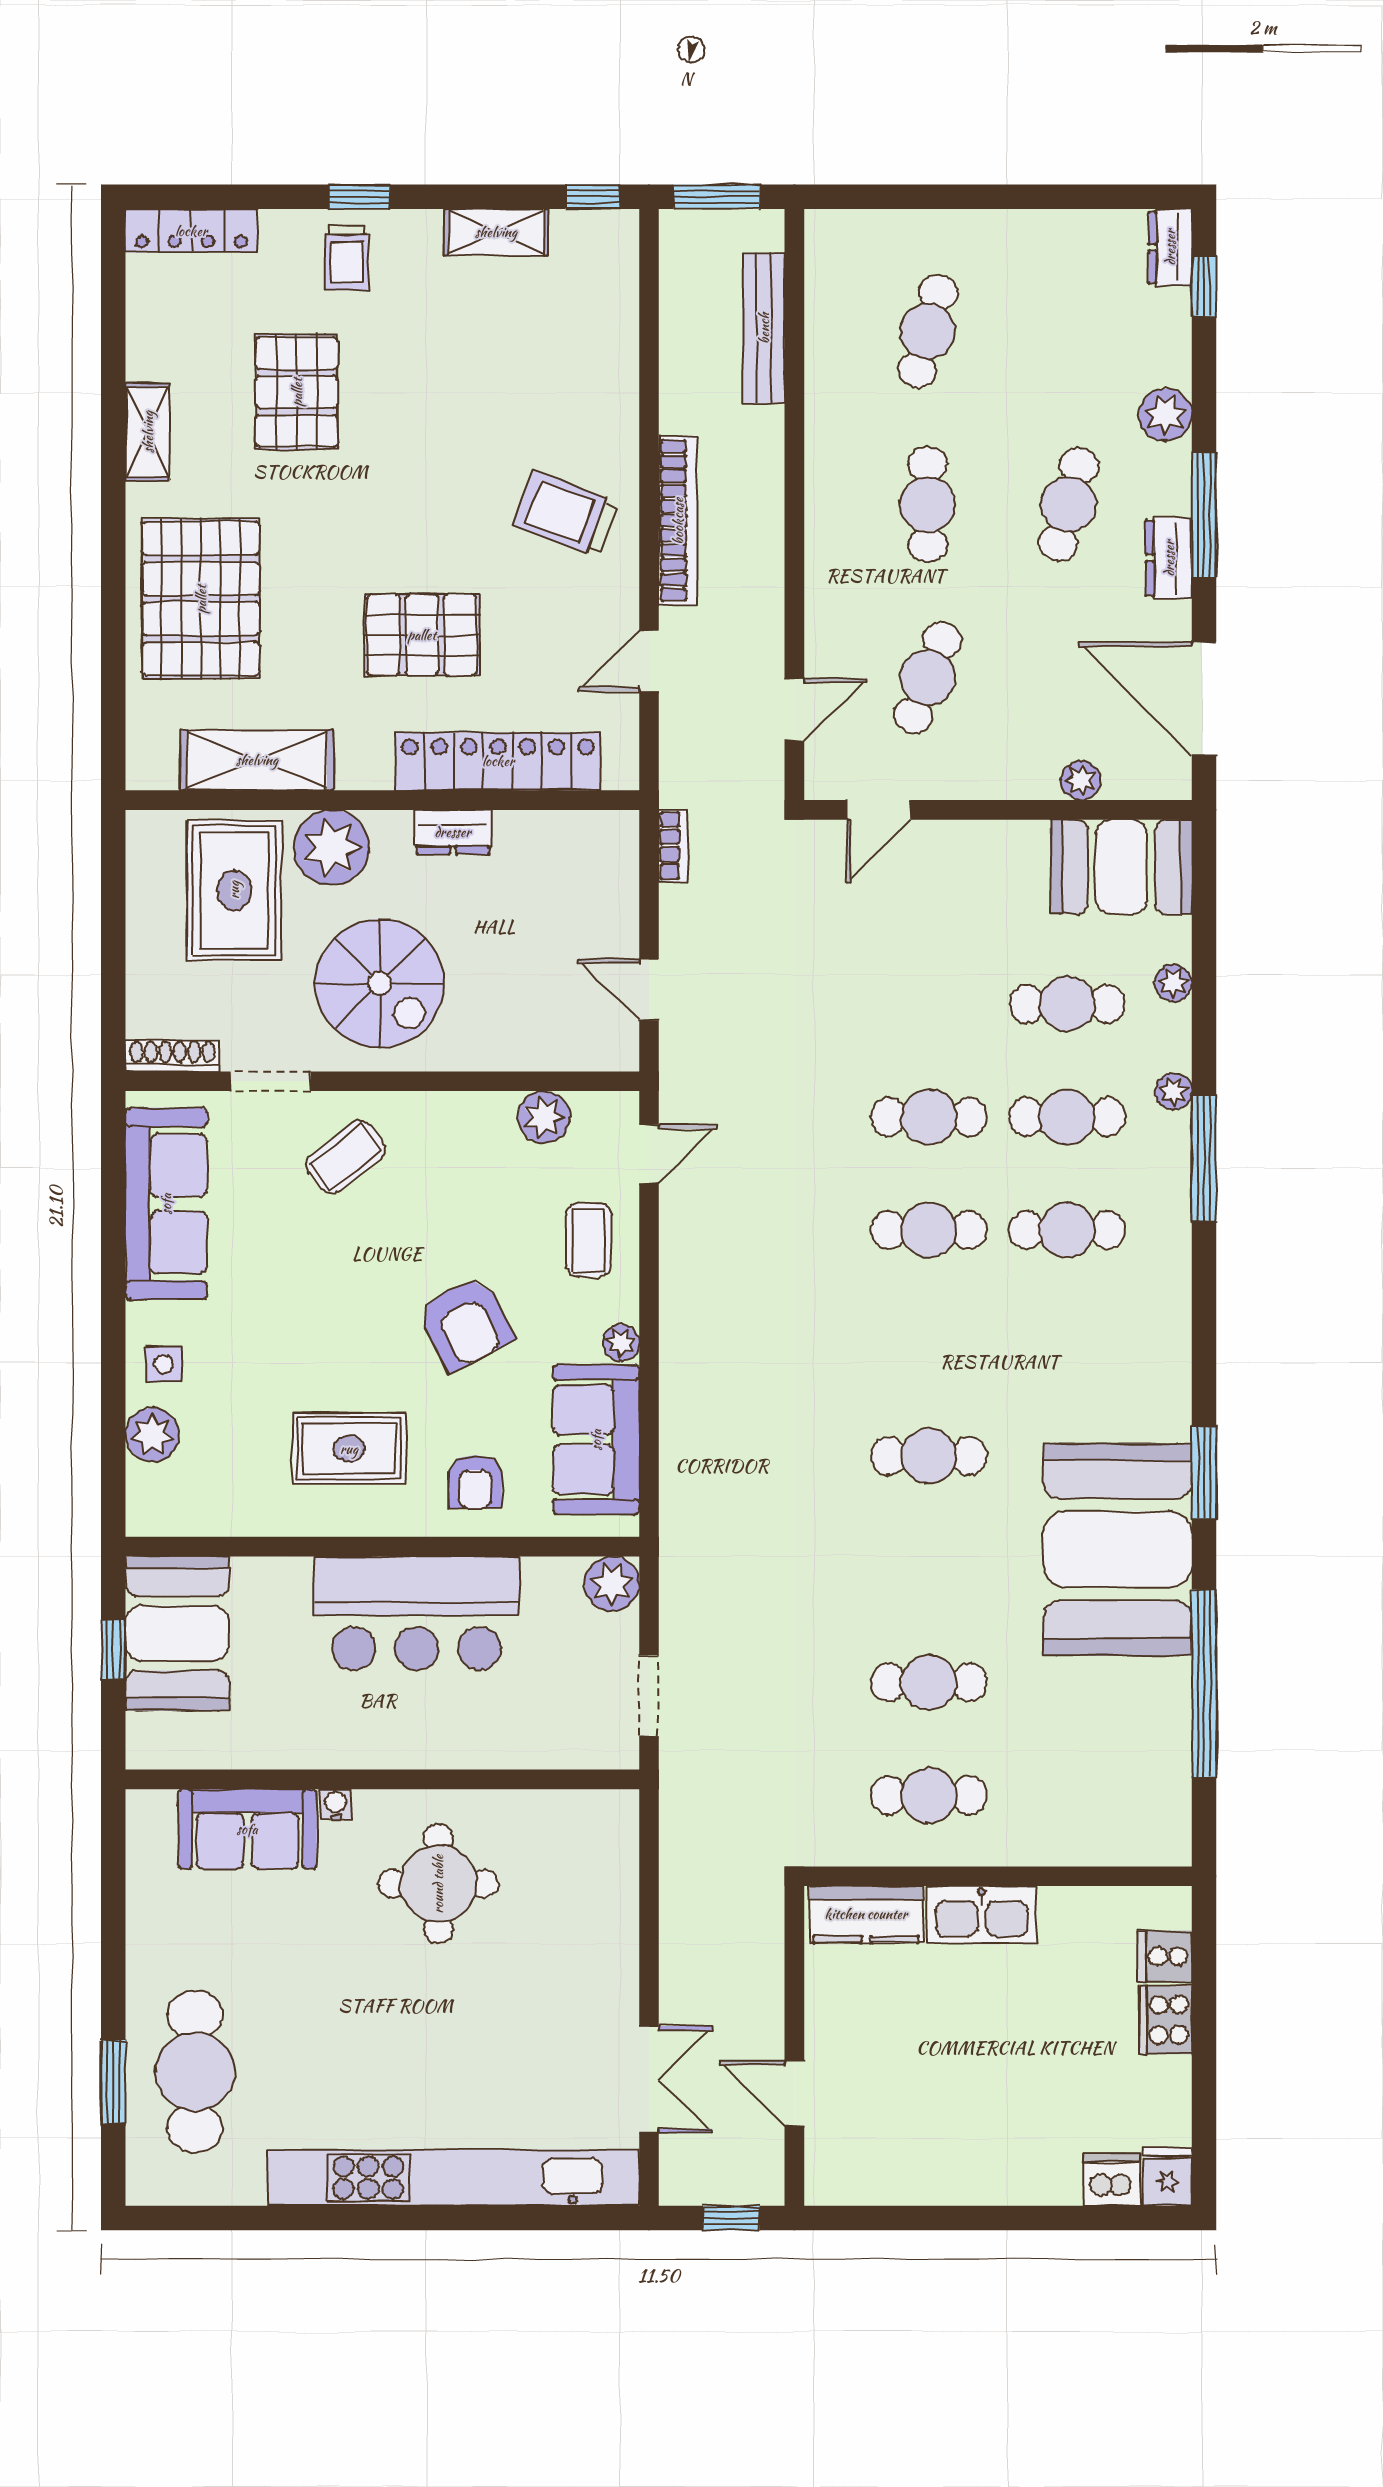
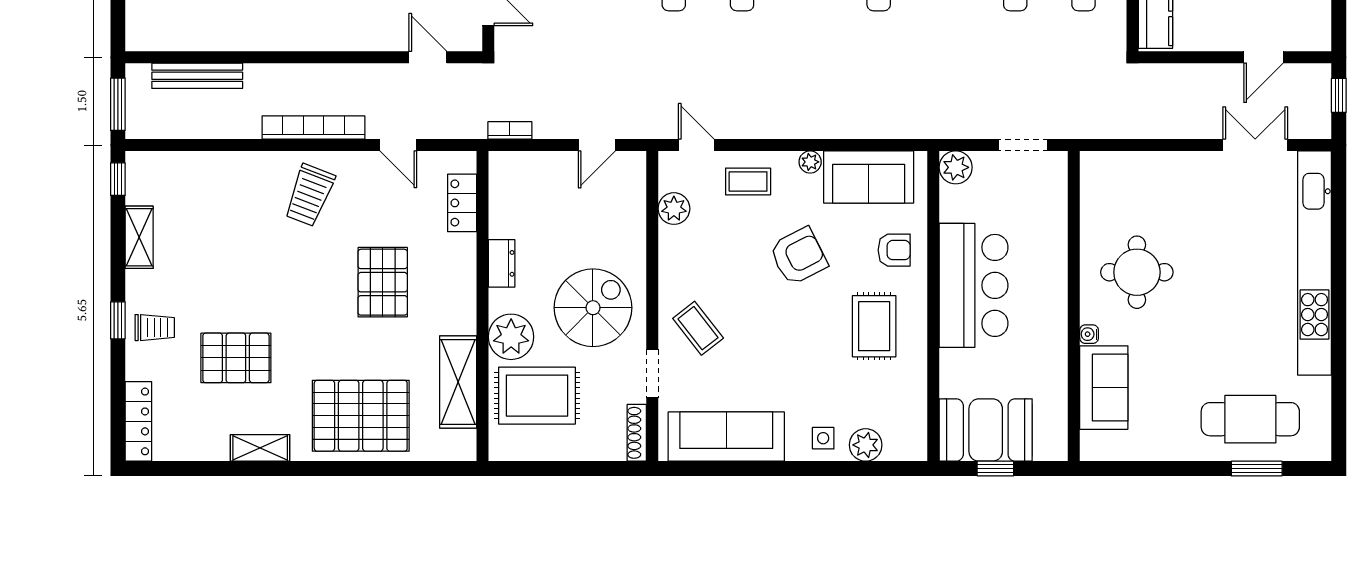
locker: (498, 761) -> (462, 203), width x0.46, depth x0.83

